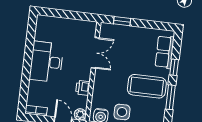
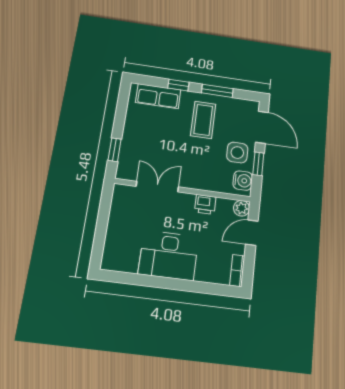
coffee table: (147, 86) -> (203, 120), width x0.73, depth x0.76

